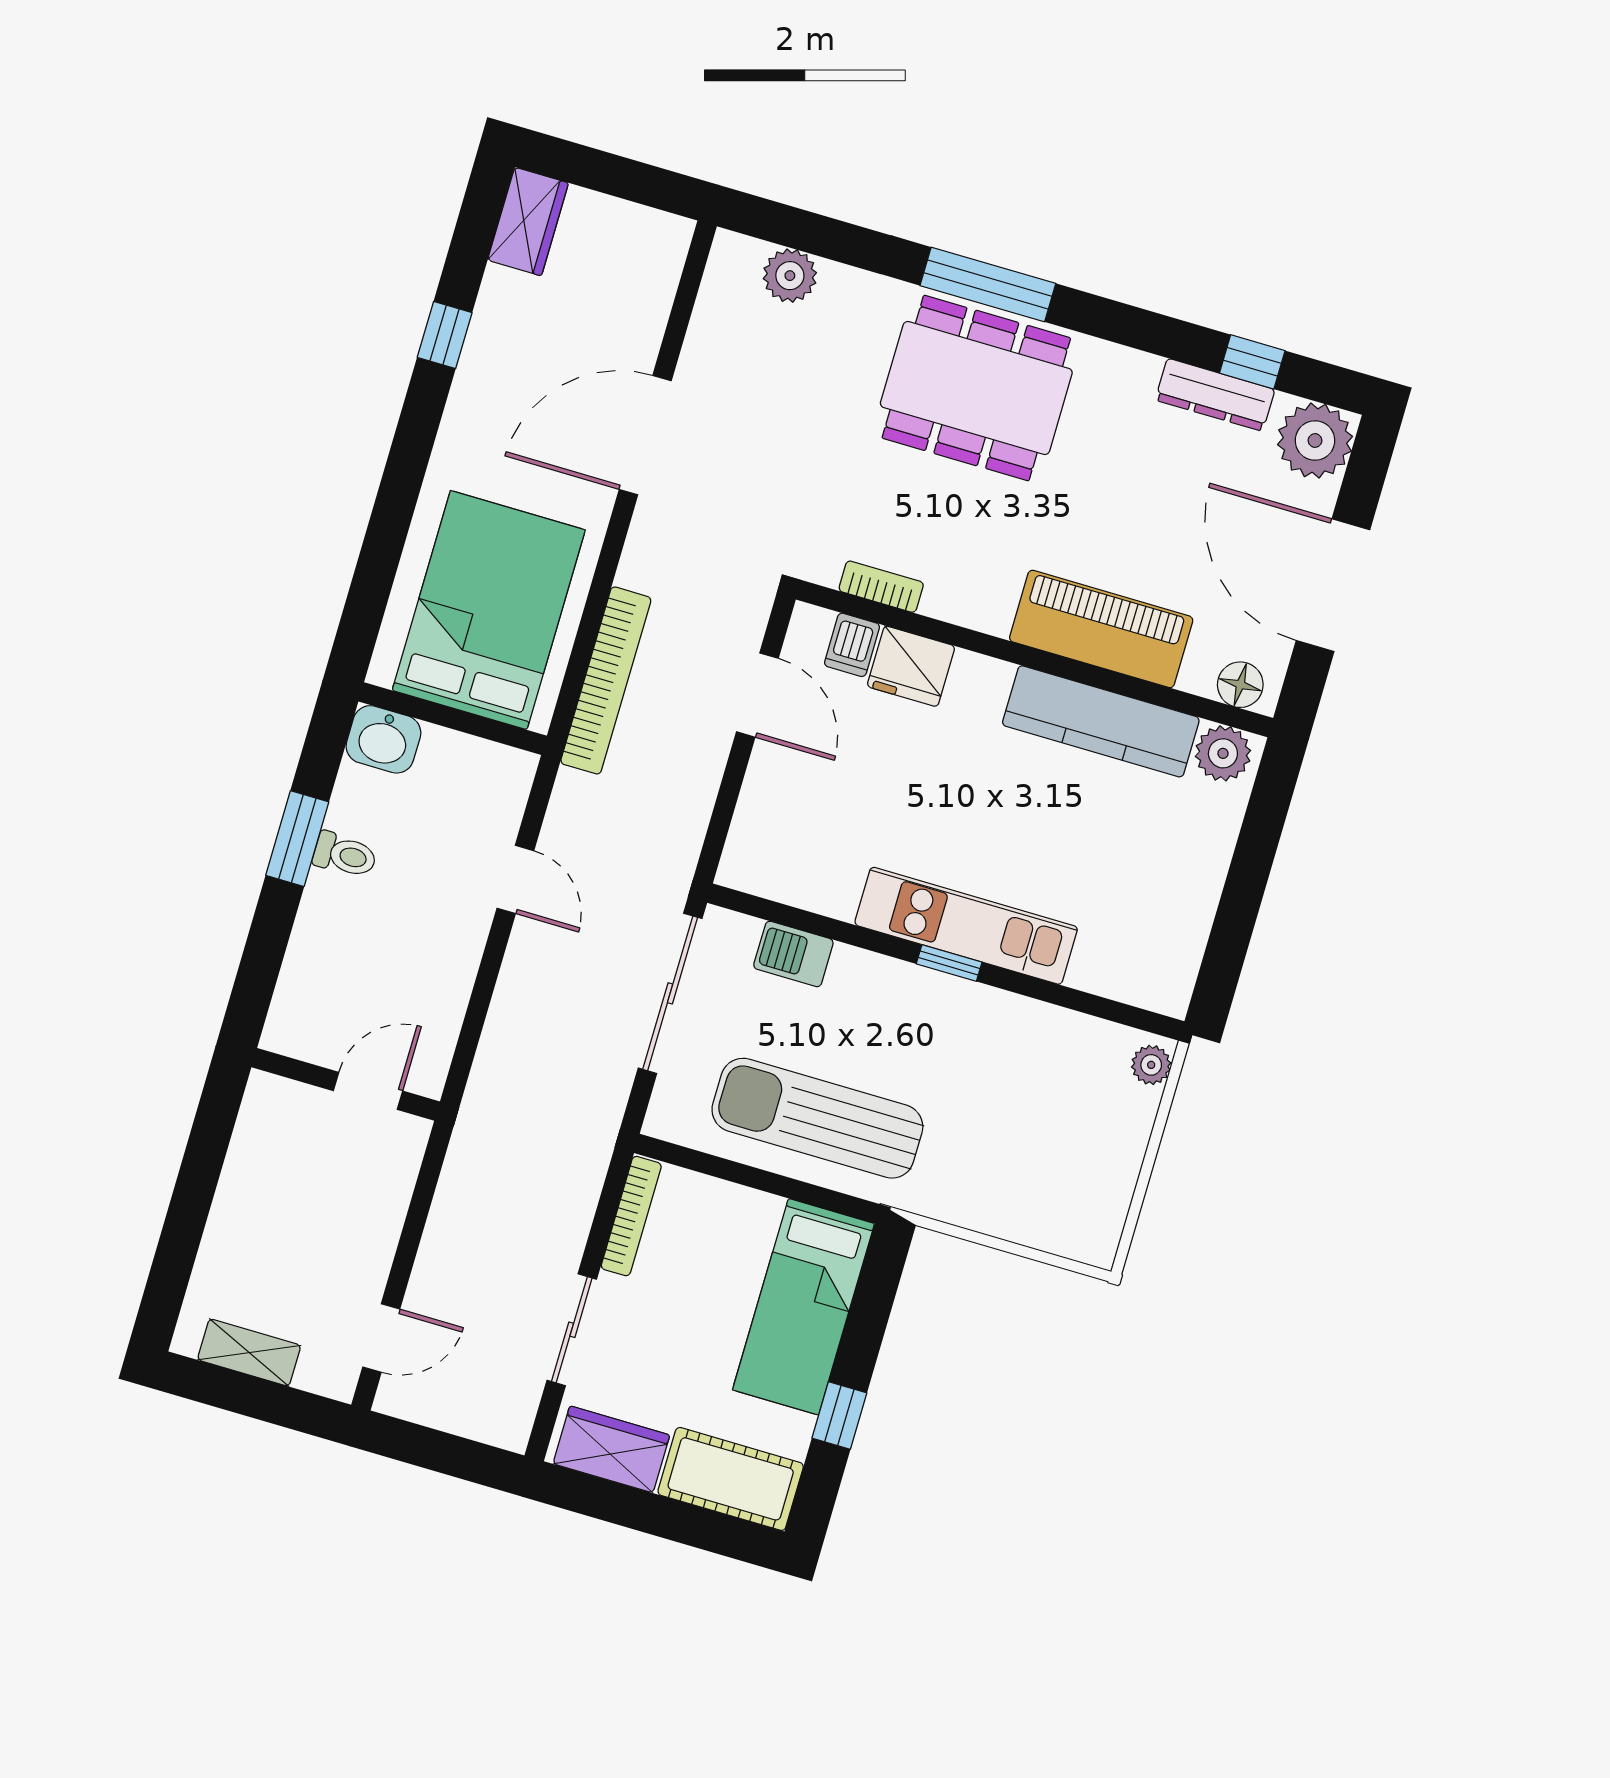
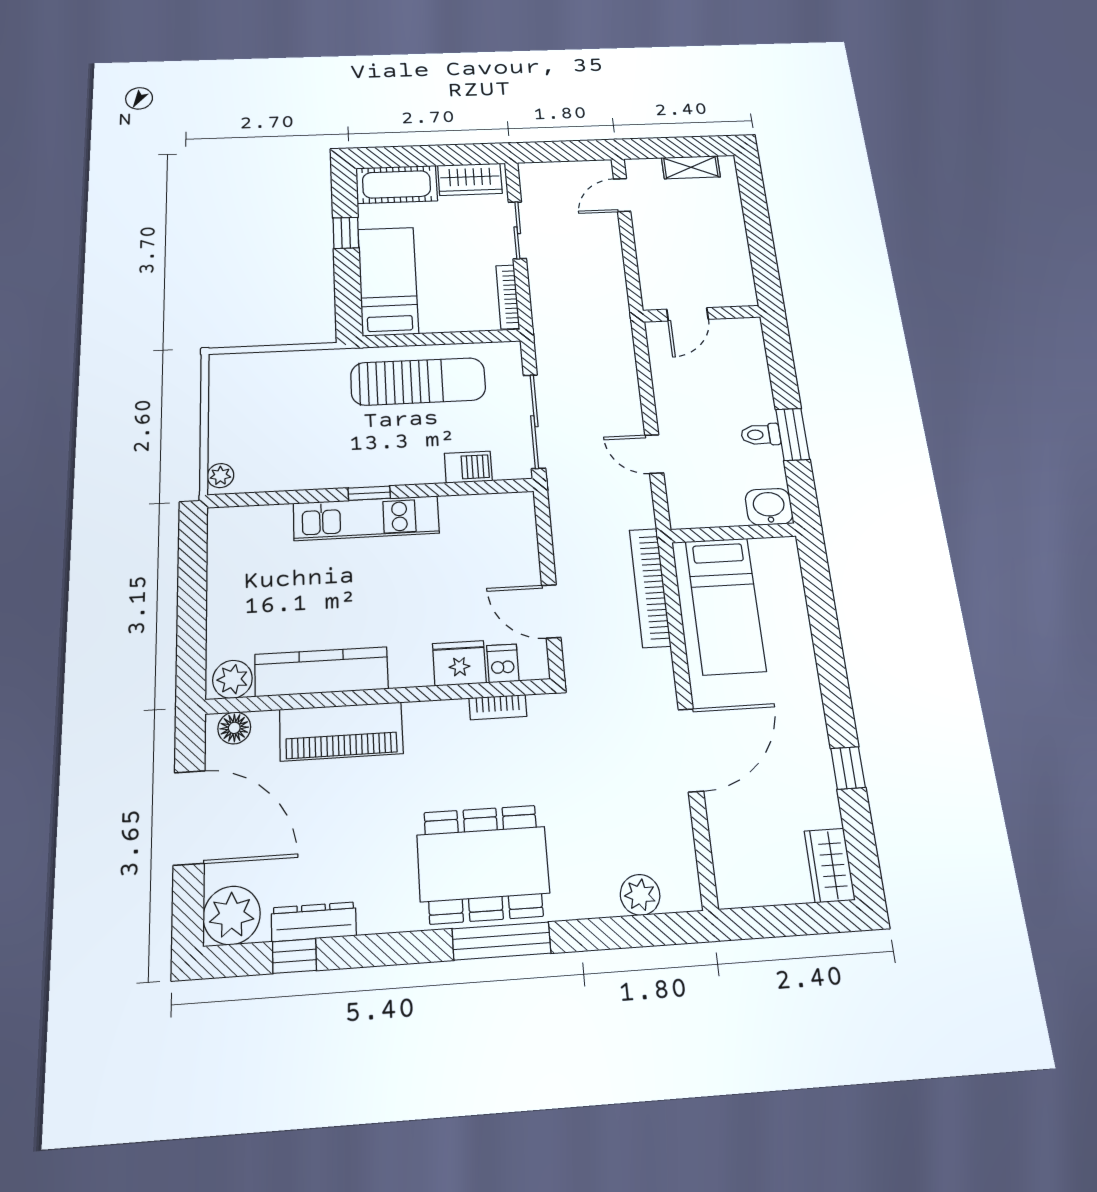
bed: (489, 610) -> (725, 605), width x0.67

